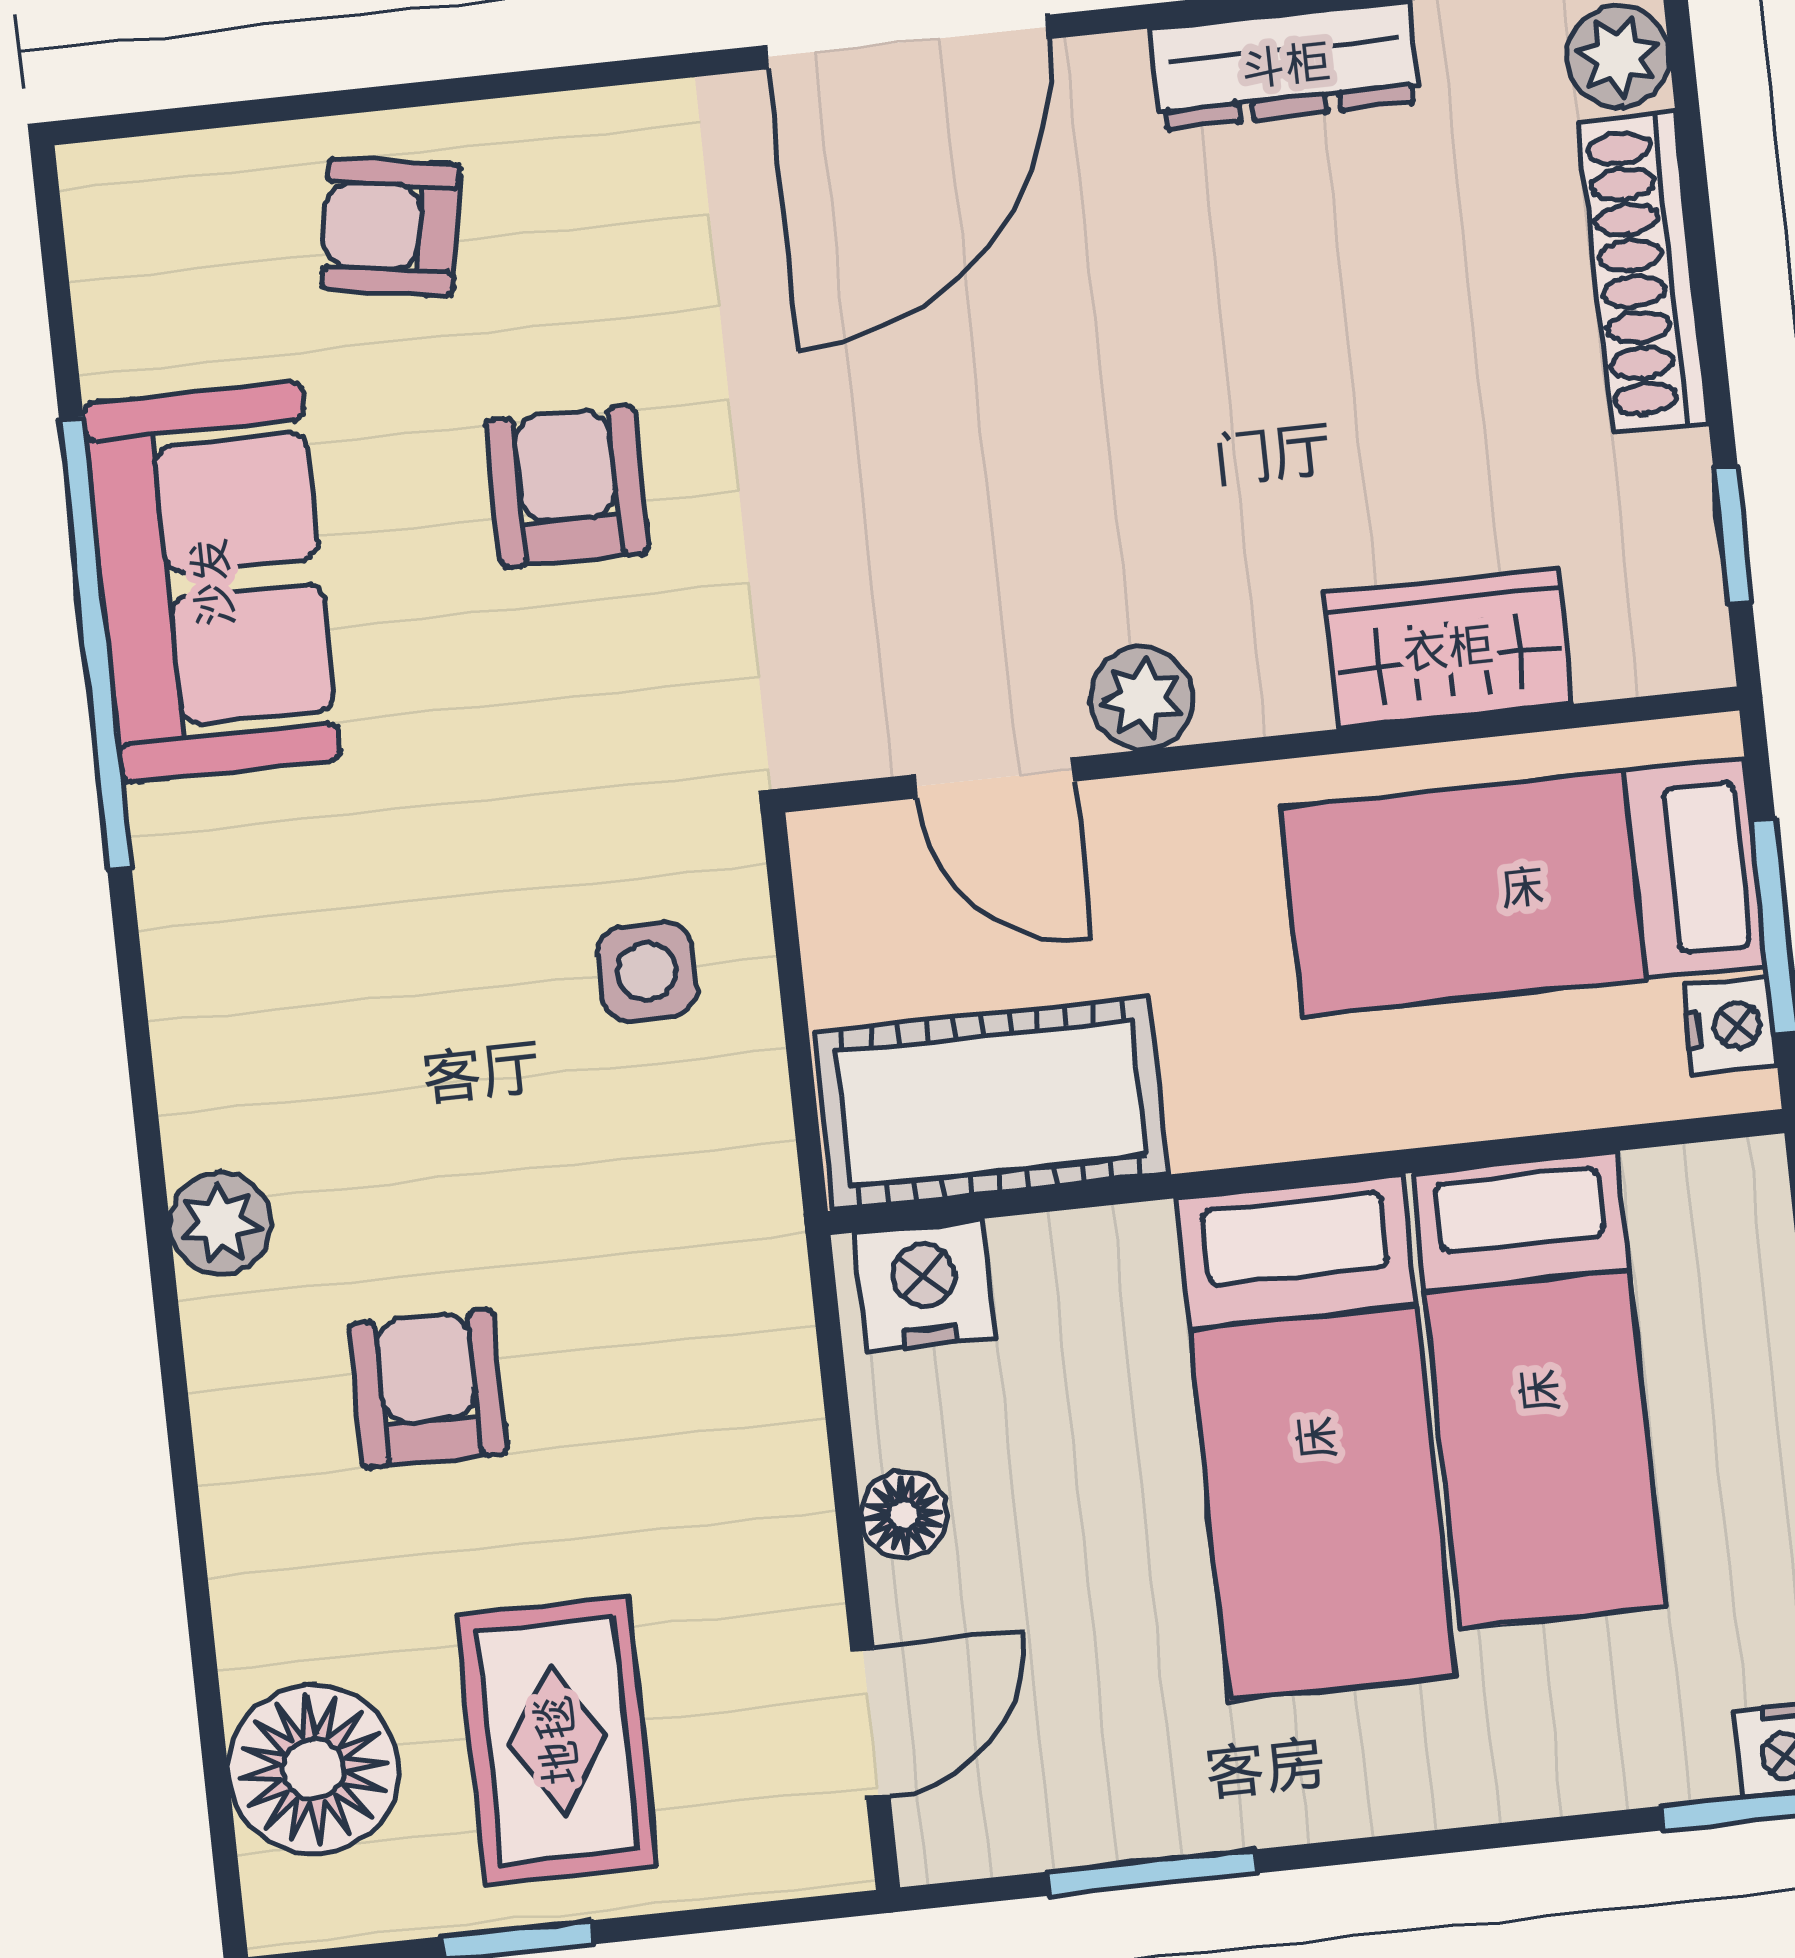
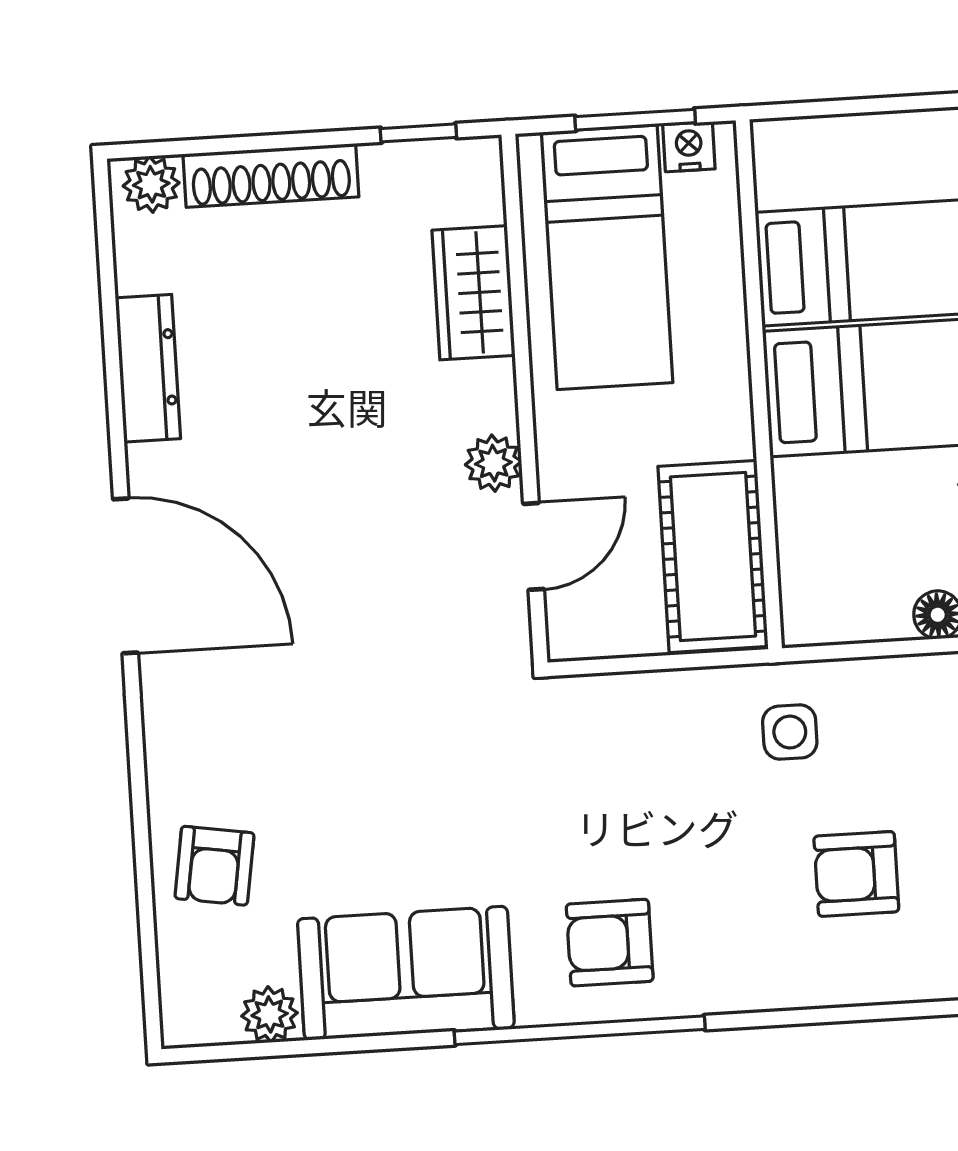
armchair: (567, 487) -> (610, 943), moved
window: (95, 643) -> (580, 1030), moved
side table: (647, 971) -> (790, 732), moved
plant: (221, 1223) -> (270, 1014), moved
nightstand: (924, 1285) -> (812, 598), removed

